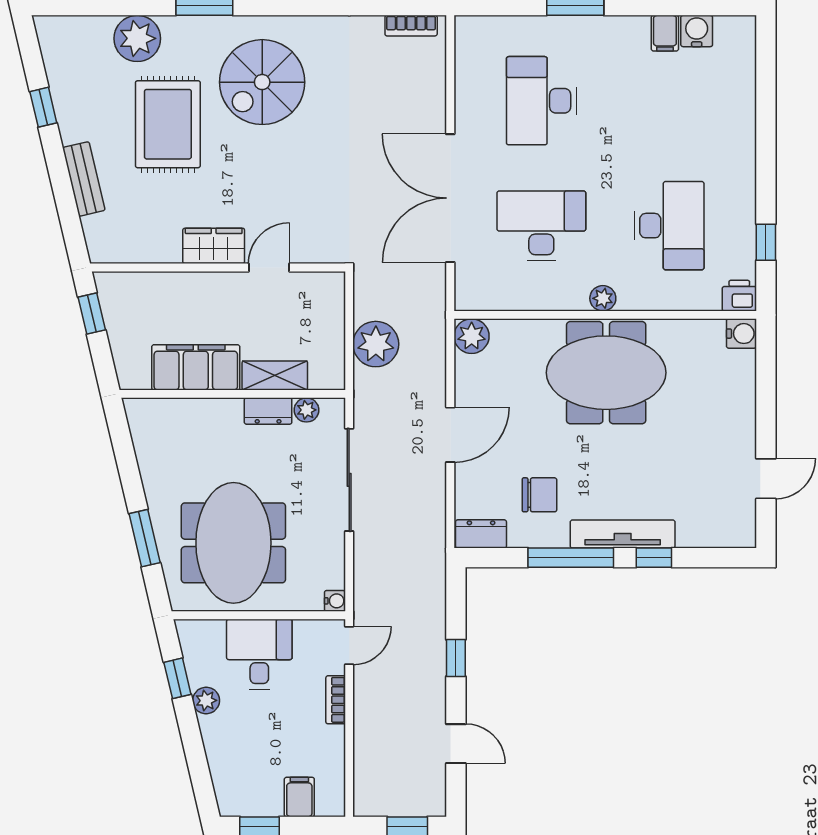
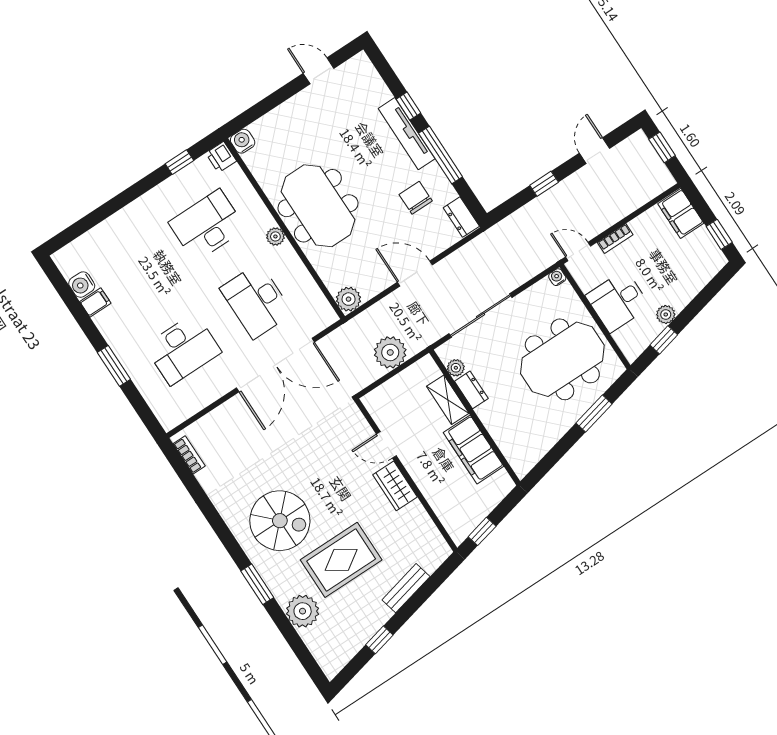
filing cabinet: (299, 797) -> (681, 213), width x2.00

